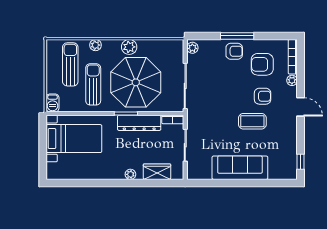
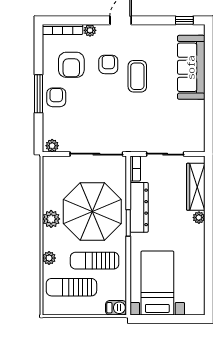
sofa: (240, 168) -> (191, 67), moved
wardrobe: (157, 172) -> (196, 187), width x1.50

